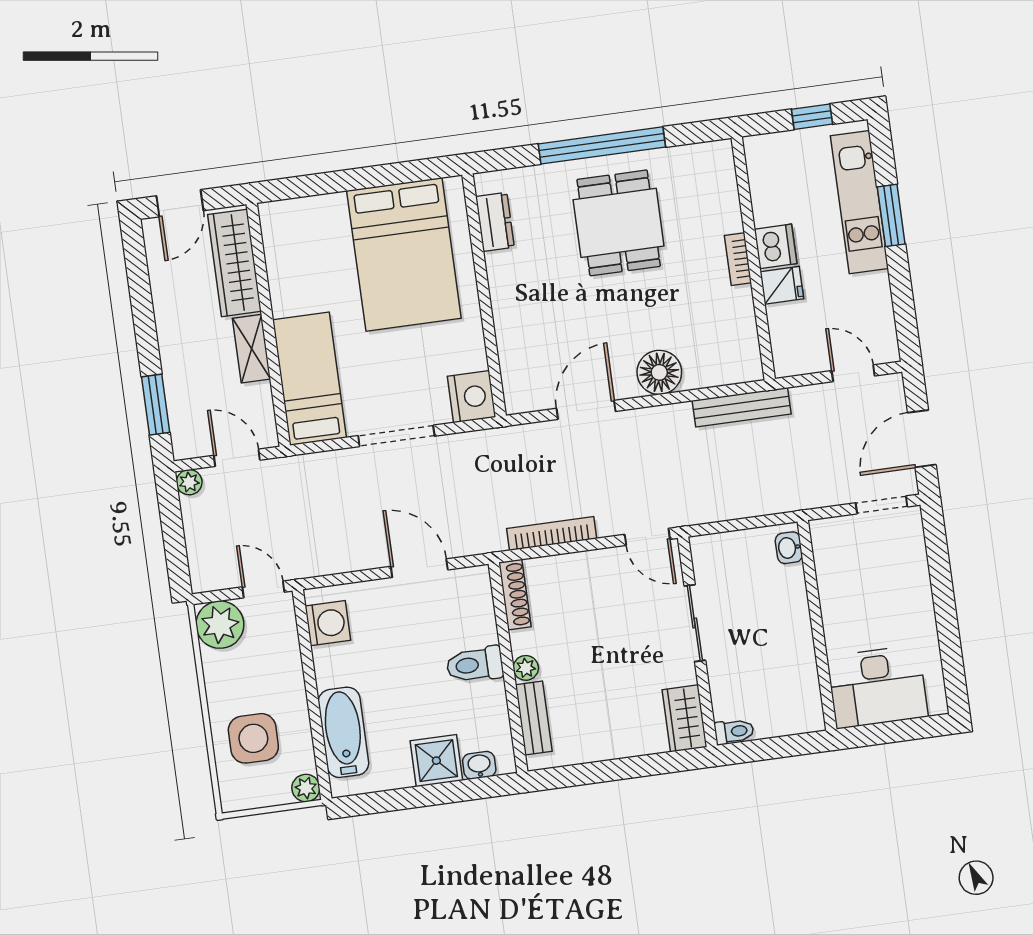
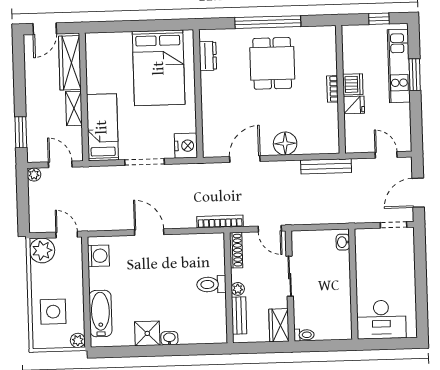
shoe rack: (515, 595) -> (236, 250), moved
toilet: (475, 665) -> (211, 284), moved
wall: (508, 668) -> (228, 288), moved
plant: (526, 668) -> (238, 289), moved
bench: (534, 718) -> (239, 316), moved

